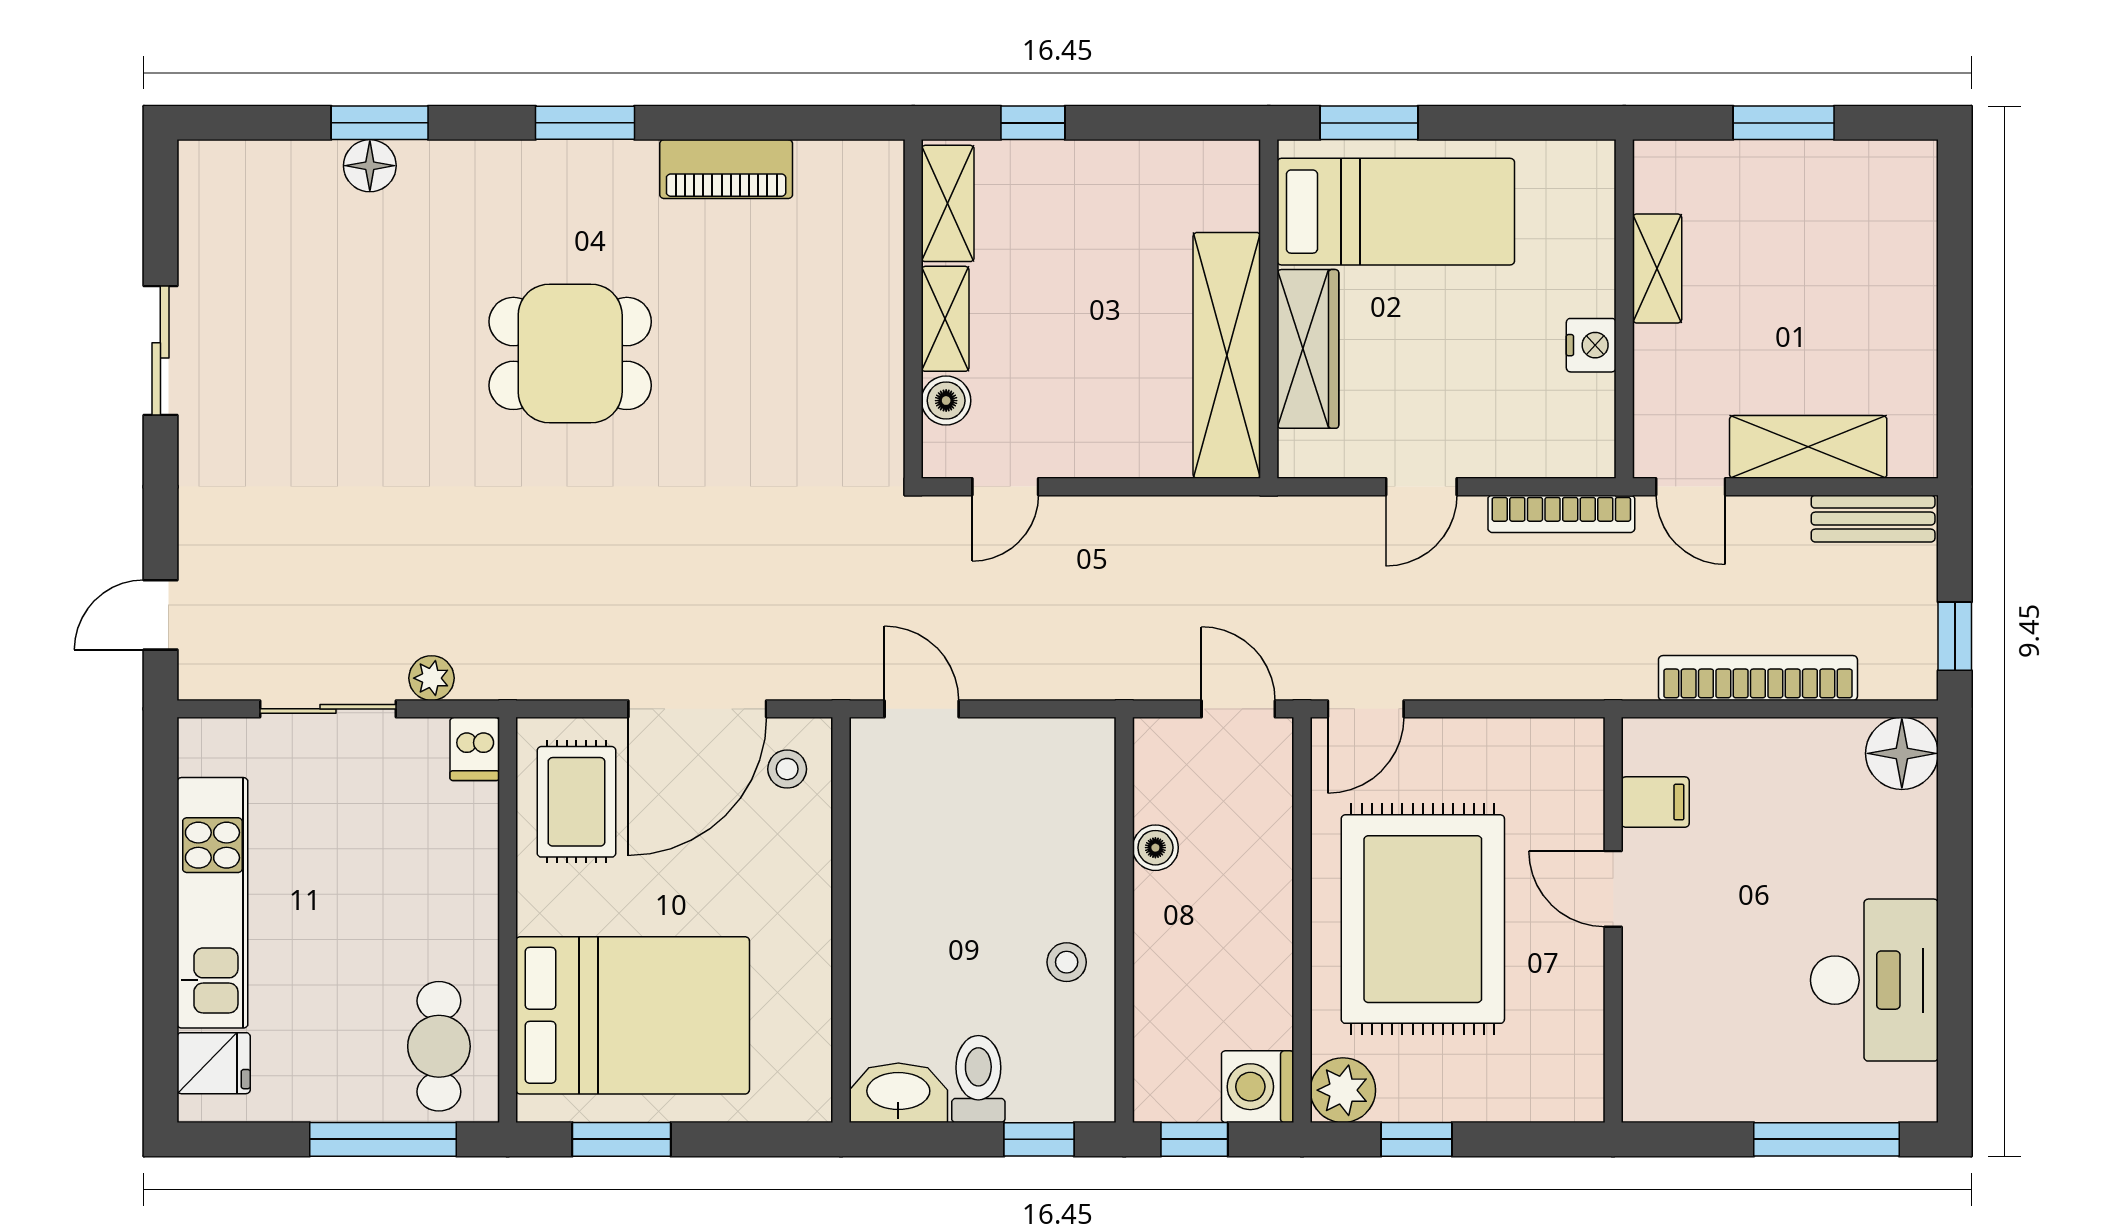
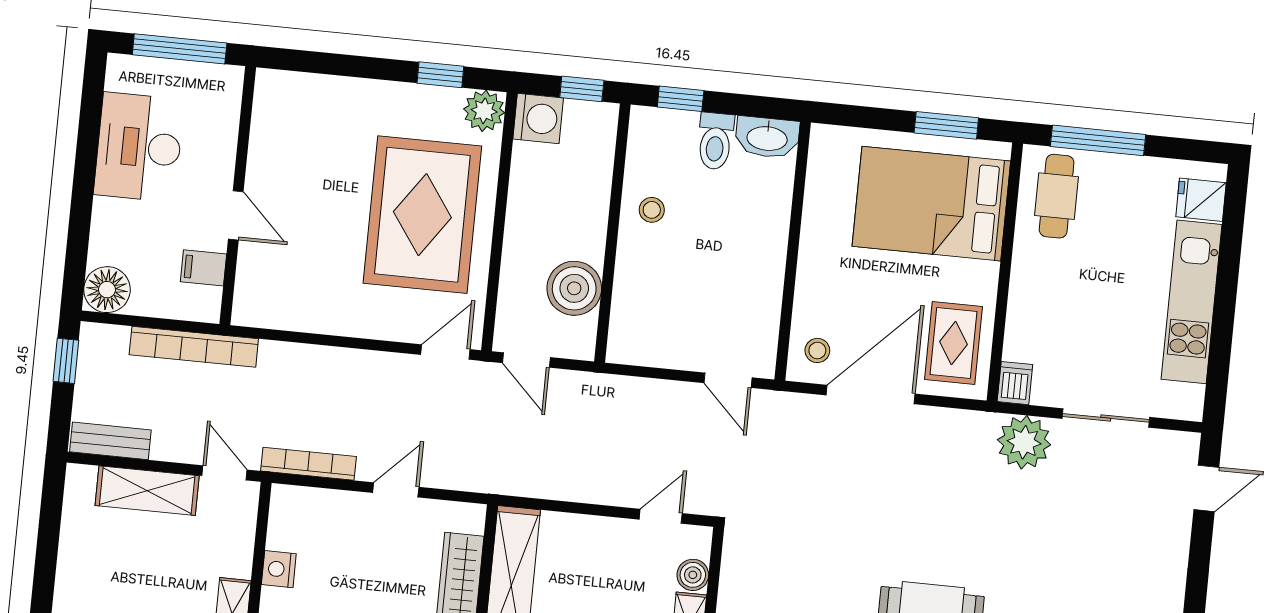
plant: (431, 678) -> (1024, 442), width x1.87, depth x1.87
filing cabinet: (1655, 802) -> (203, 268), moved
boiler: (1155, 848) -> (574, 288), width x1.86, depth x1.86
door: (1613, 889) -> (236, 215), moved
wall: (1613, 920) -> (238, 196), moved

